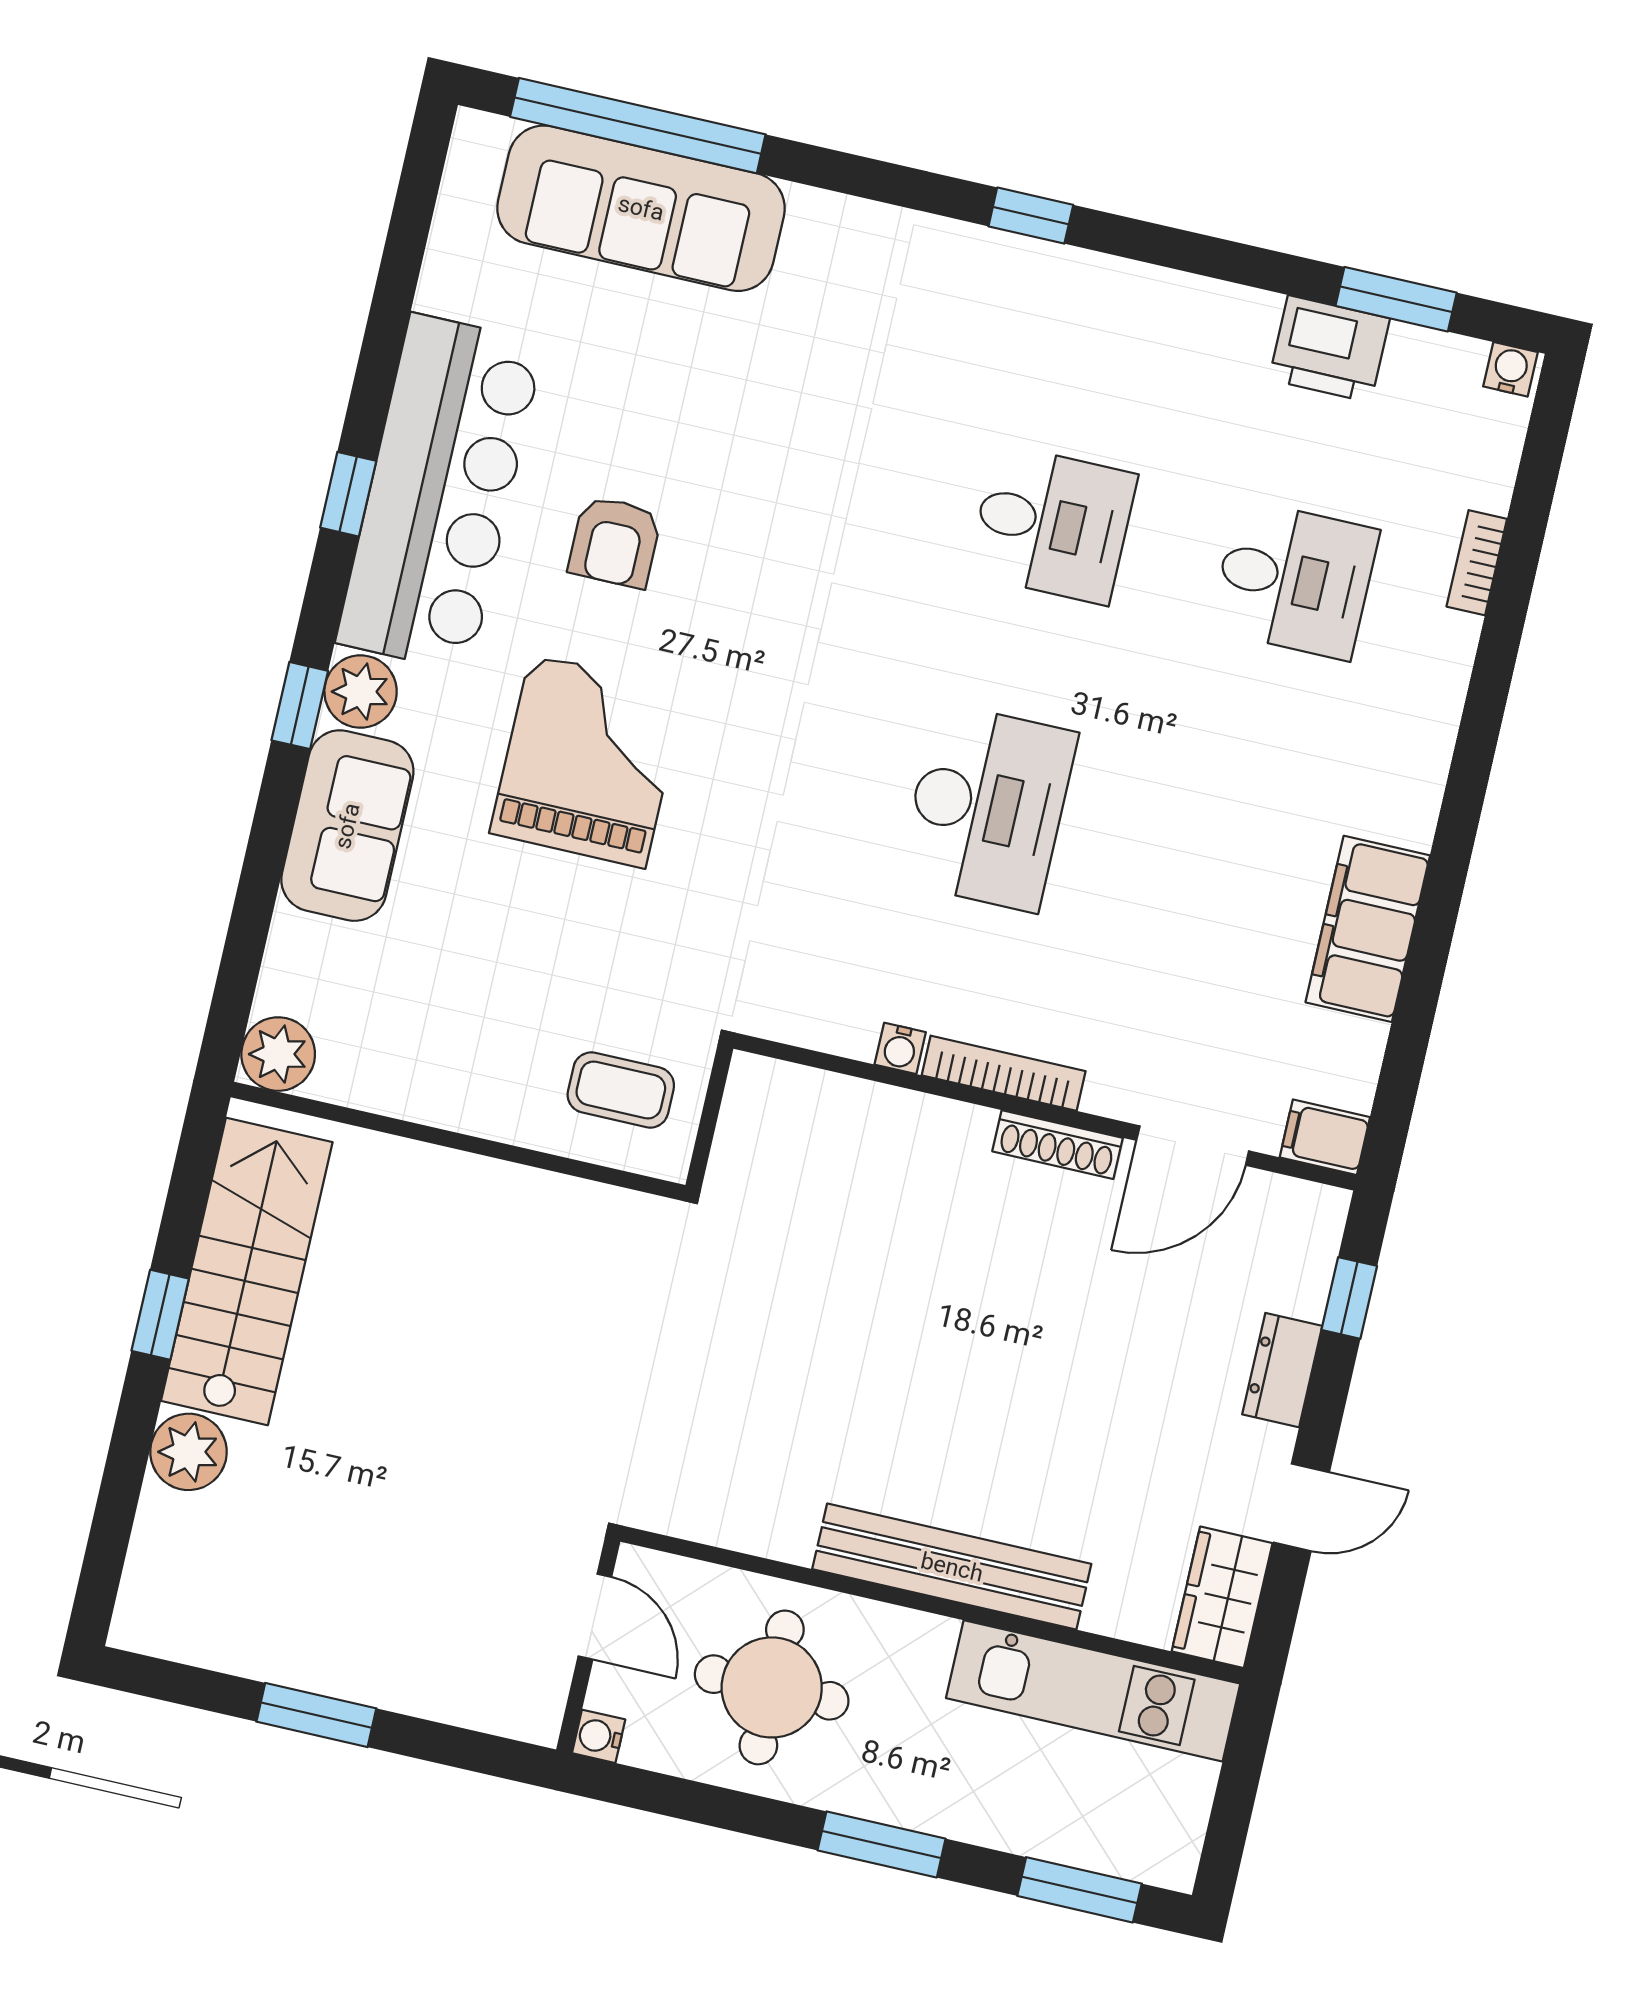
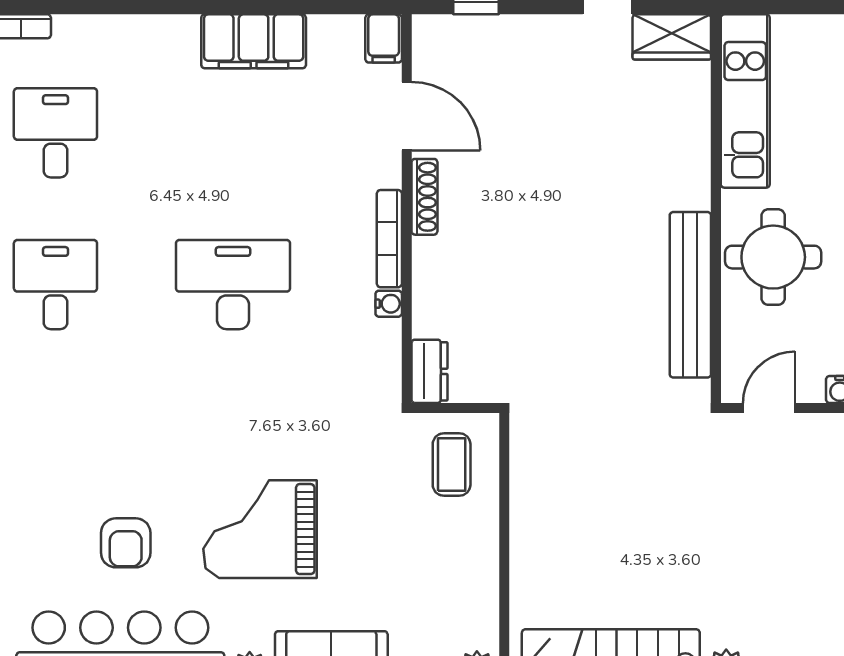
armchair: (615, 542) -> (126, 543), turned 90
dresser: (1282, 1370) -> (429, 371), moved, turned -90
bench: (952, 1567) -> (690, 295), moved
round table: (772, 1687) -> (773, 257), moved

